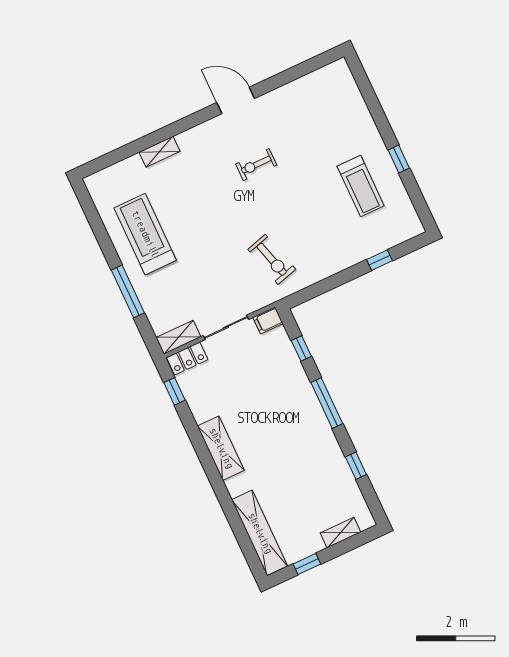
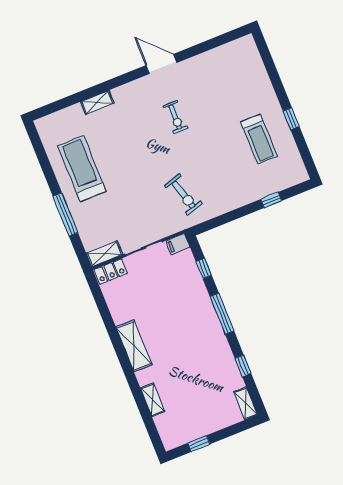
exercise bike: (256, 165) -> (175, 117), turned -90
window: (174, 391) -> (99, 298), removed
shelving: (260, 533) -> (153, 400), width x0.45, depth x0.75
shelving: (340, 533) -> (246, 403), moved, turned 90

